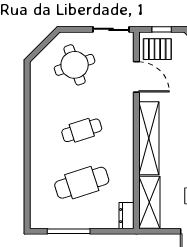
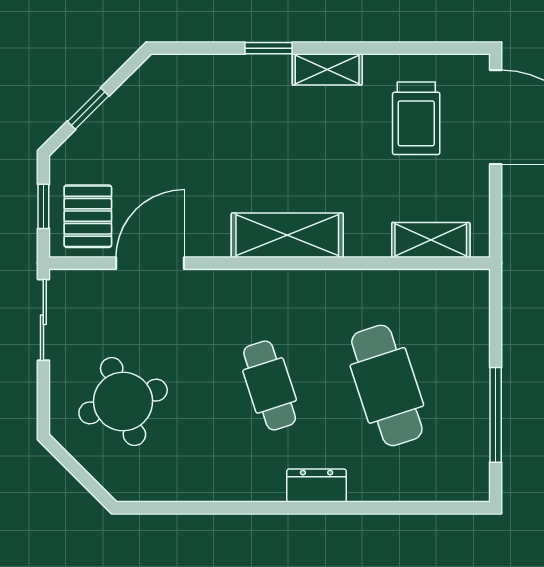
shelving: (149, 138) -> (287, 235), width x0.68
shelving: (149, 202) -> (431, 240), width x0.67, depth x0.75
dresser: (126, 216) -> (317, 486), moved, turned 180

